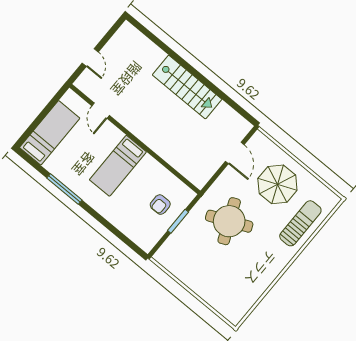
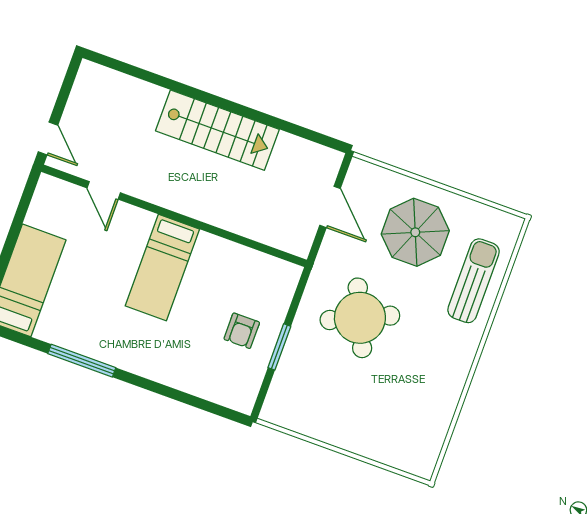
door: (101, 111) -> (104, 190), moved
wall: (135, 139) -> (174, 216), moved
bed: (118, 166) -> (162, 268), moved

